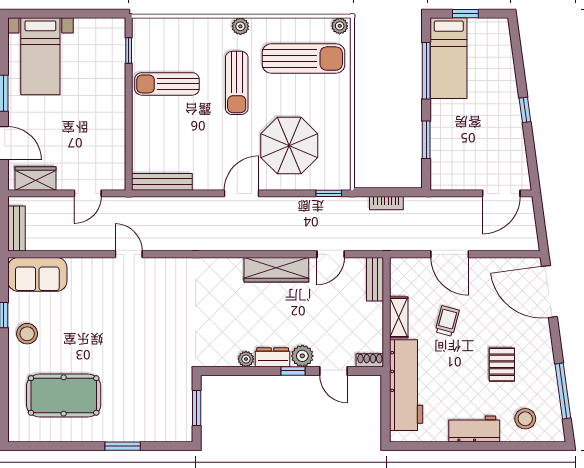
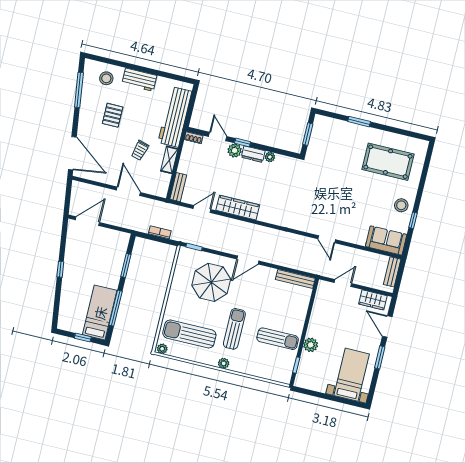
plant: (114, 87) -> (311, 345), added

